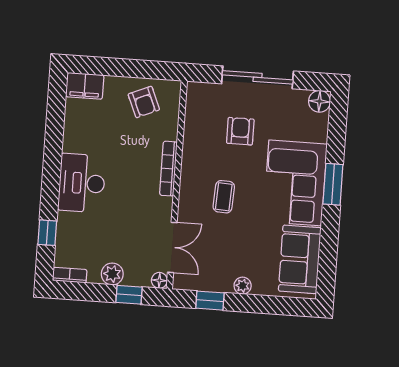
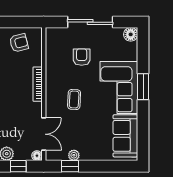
armchair: (144, 102) -> (19, 43), turned -82
plant: (243, 286) -> (74, 155), moved

